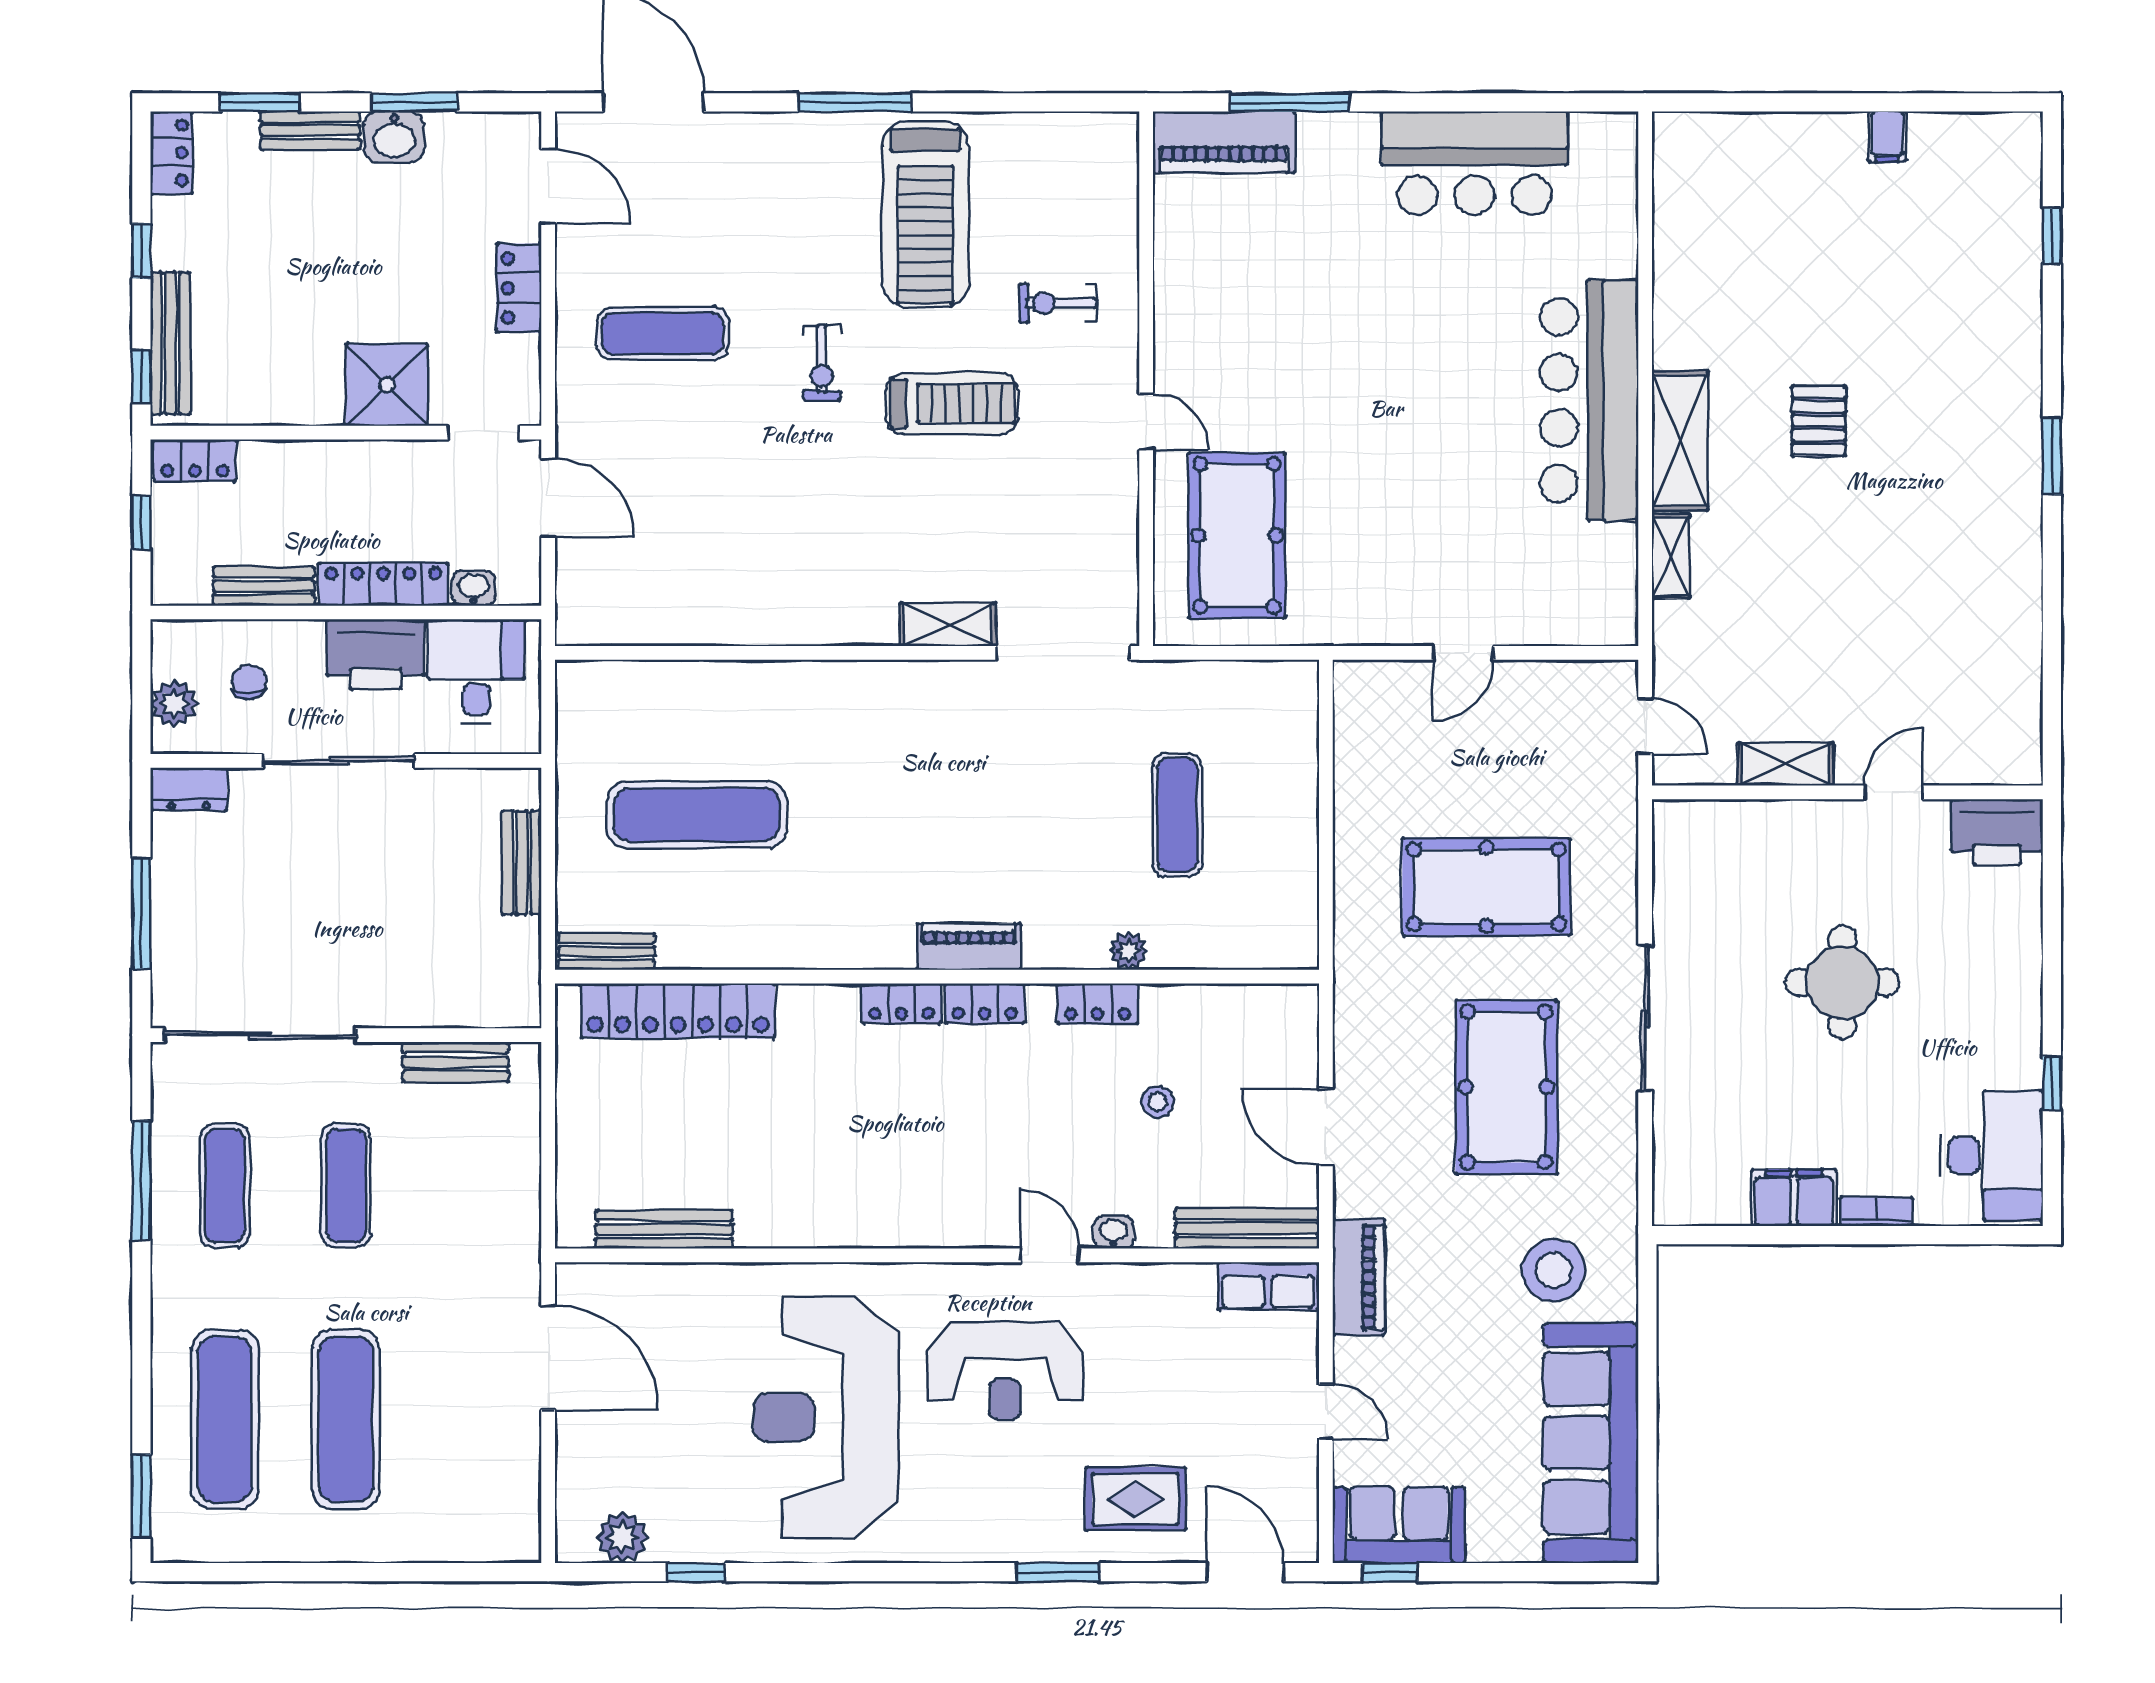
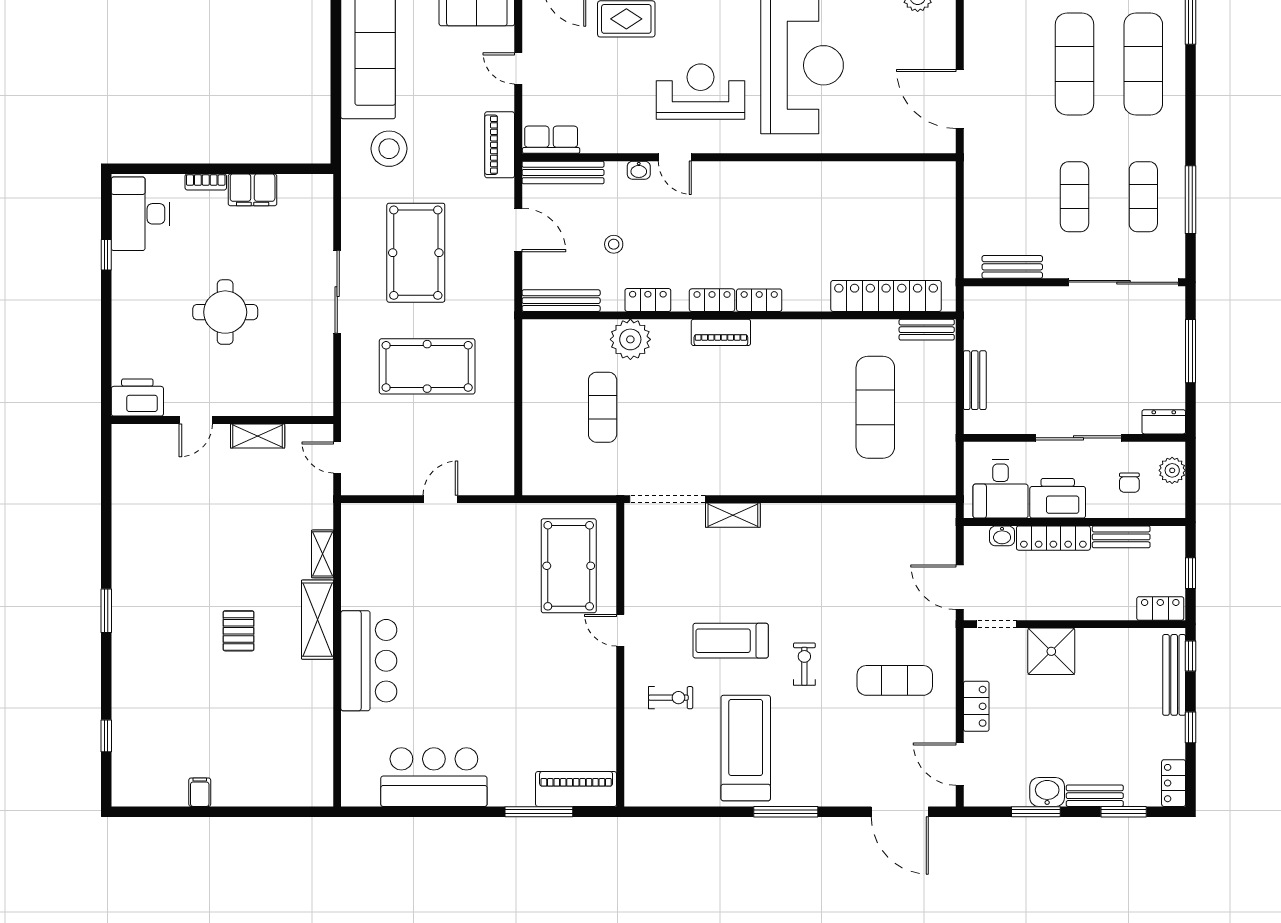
bar counter: (1589, 400) -> (369, 661), width x0.73
exercise mat: (697, 815) -> (875, 407), turned 90
plant: (1128, 951) -> (630, 339), width x1.87, depth x1.87
bench: (664, 1229) -> (561, 301), moved

